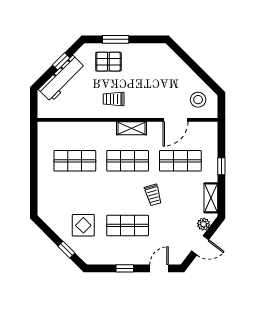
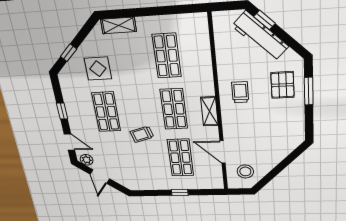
window: (61, 61) -> (265, 20), moved
shelving: (211, 198) -> (119, 25), moved
plant: (204, 224) -> (87, 160), moved

